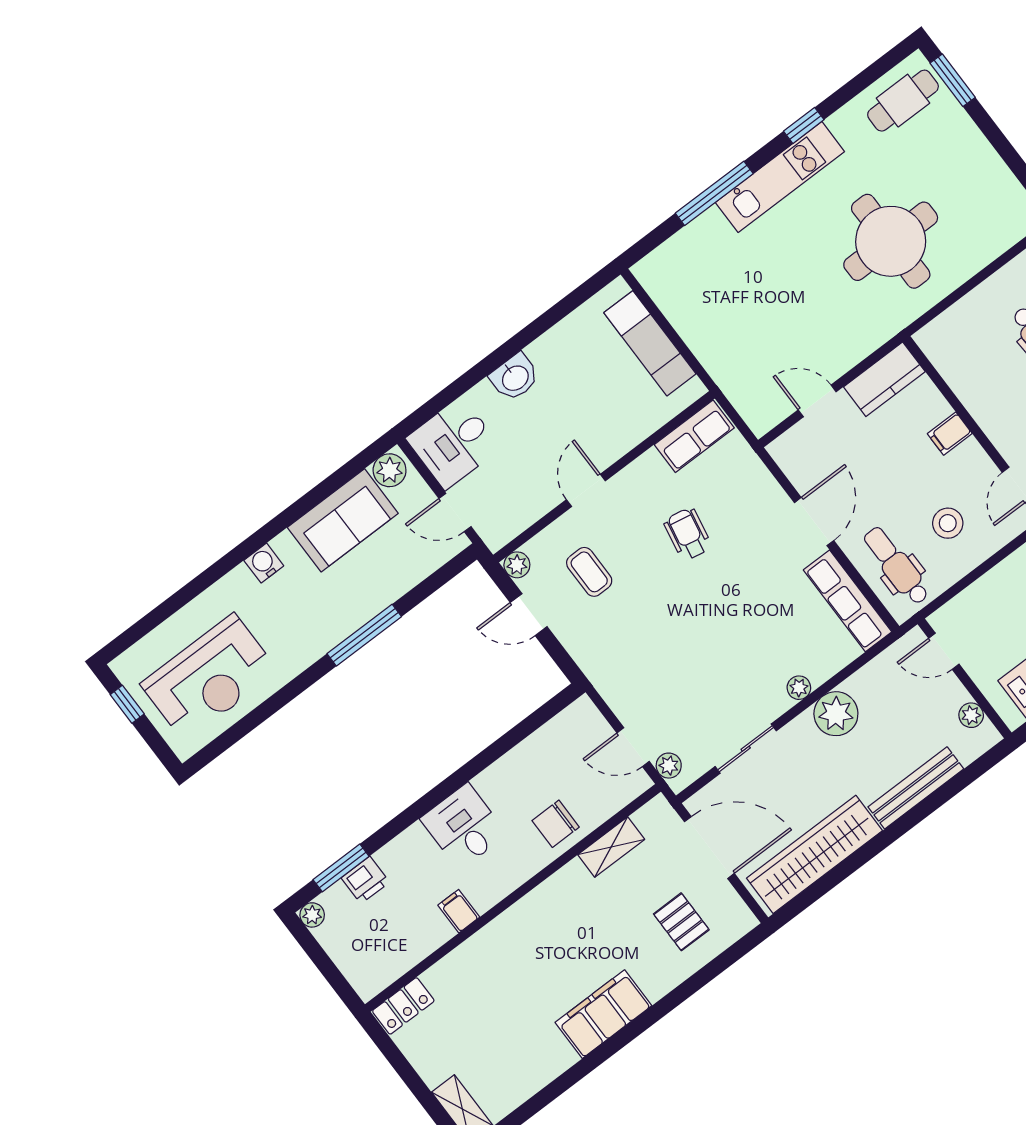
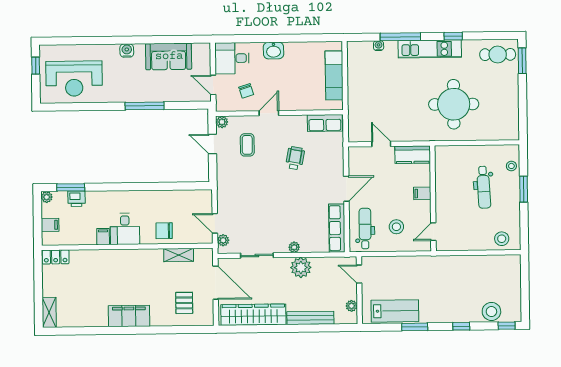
water cooler: (688, 236) -> (379, 46), added
plant: (390, 470) -> (200, 51), removed
chair: (519, 481) -> (246, 91), added
desk: (464, 826) -> (125, 229), moved, turned 180
filing cabinet: (353, 958) -> (50, 225), added

